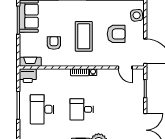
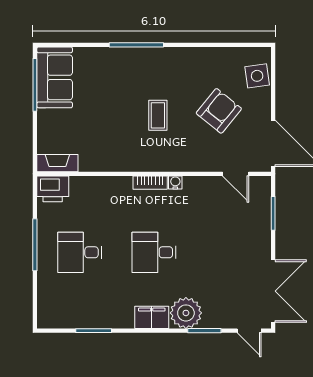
armchair: (116, 34) -> (219, 111), turned -51
coffee table: (84, 36) -> (158, 115), width x0.54, depth x0.58
armchair: (54, 43) -> (102, 128), removed
desk: (42, 109) -> (80, 252), width x0.73

